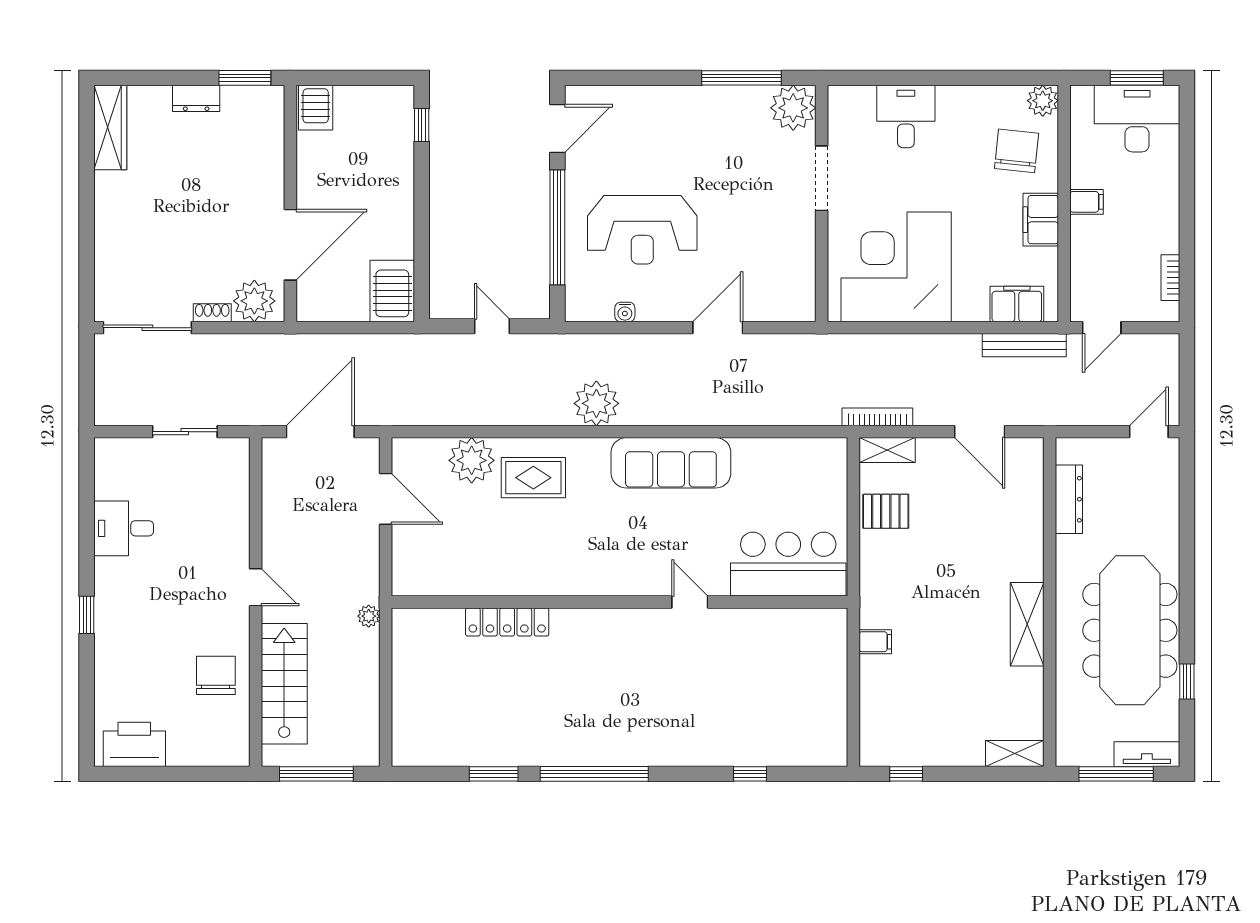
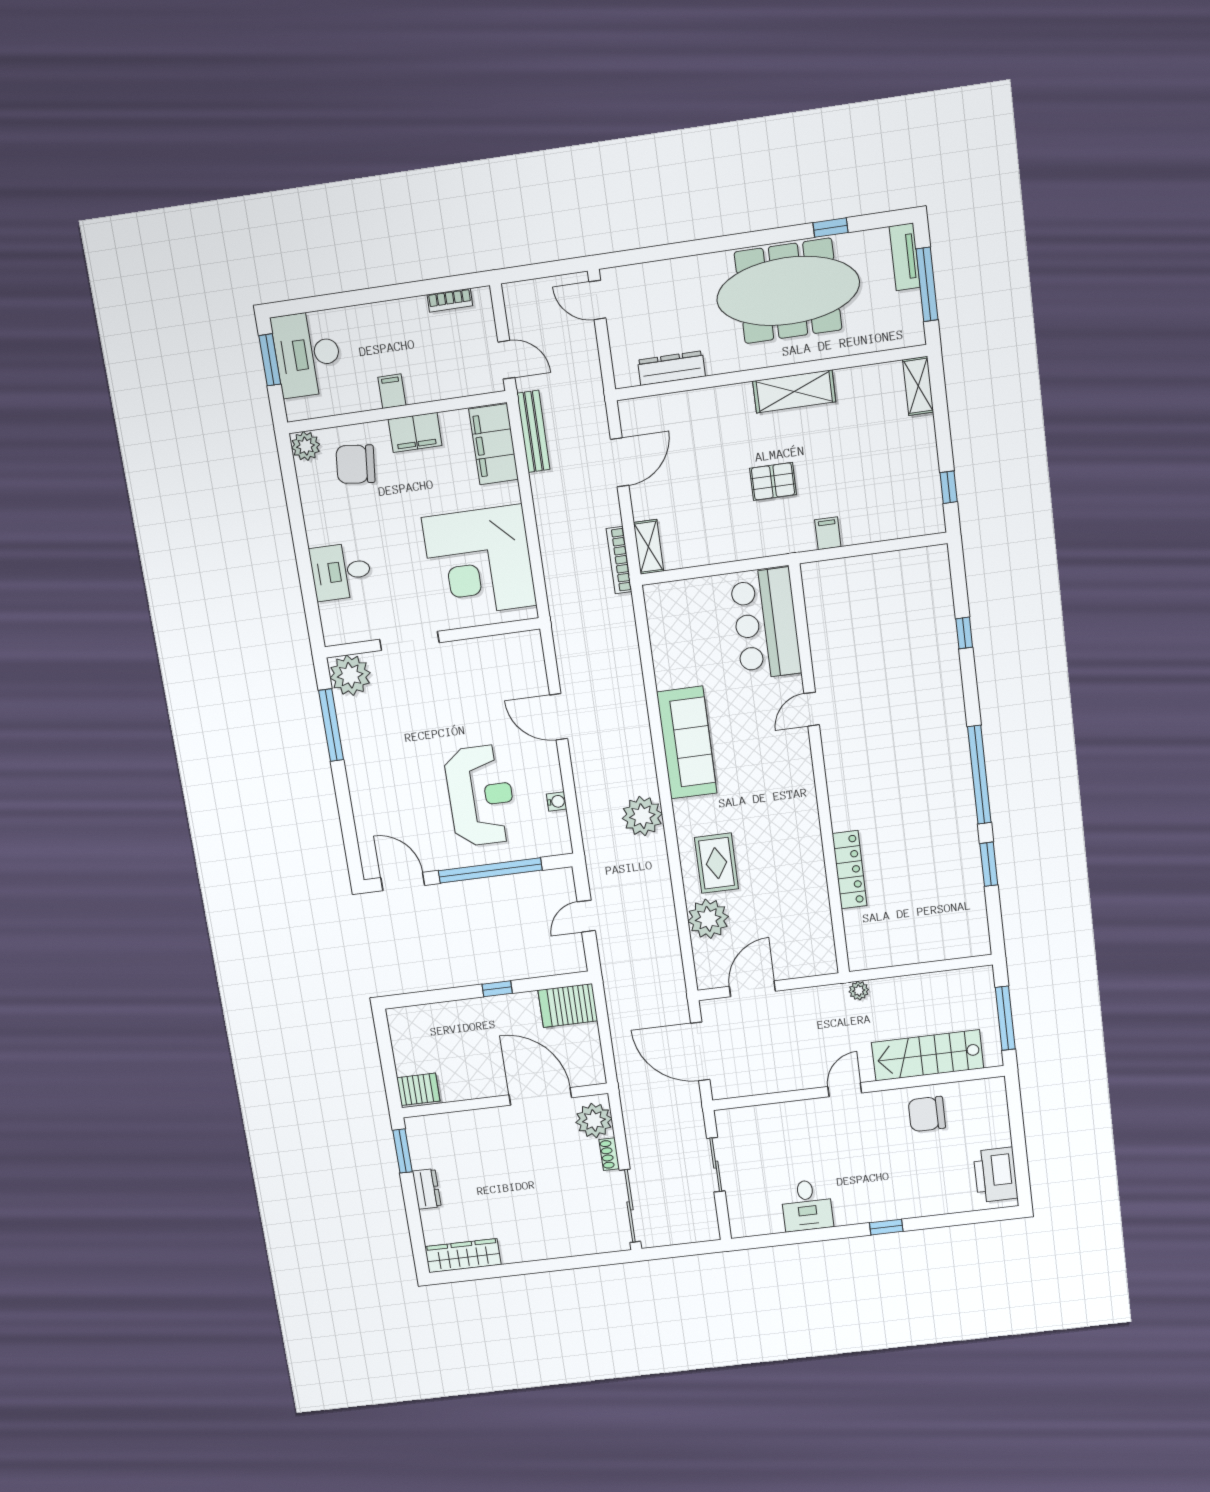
window: (422, 125) -> (497, 989), moved
filing cabinet: (1017, 304) -> (494, 444), width x1.50, depth x1.17
pallet: (886, 511) -> (773, 481), moved, turned 90

